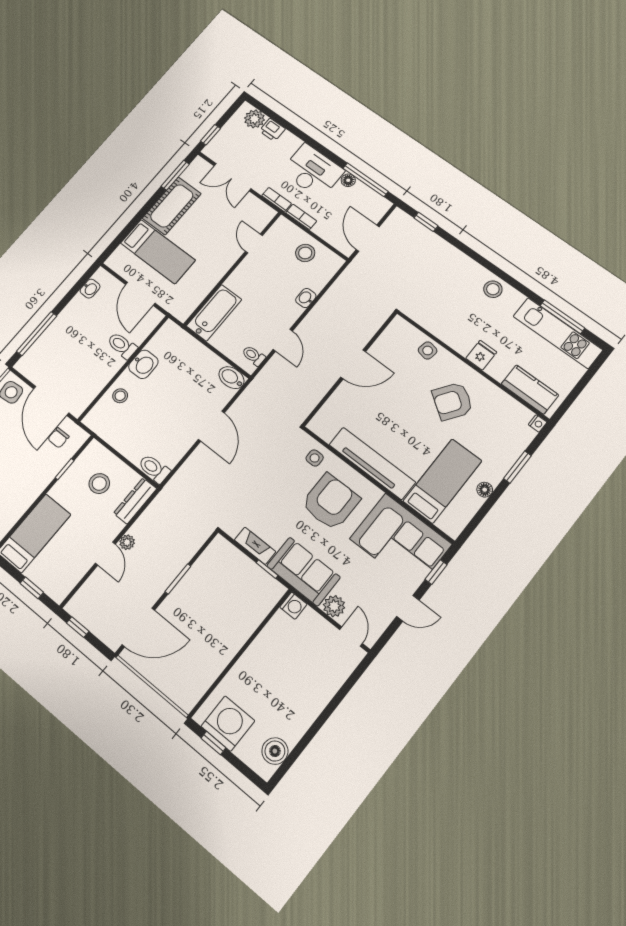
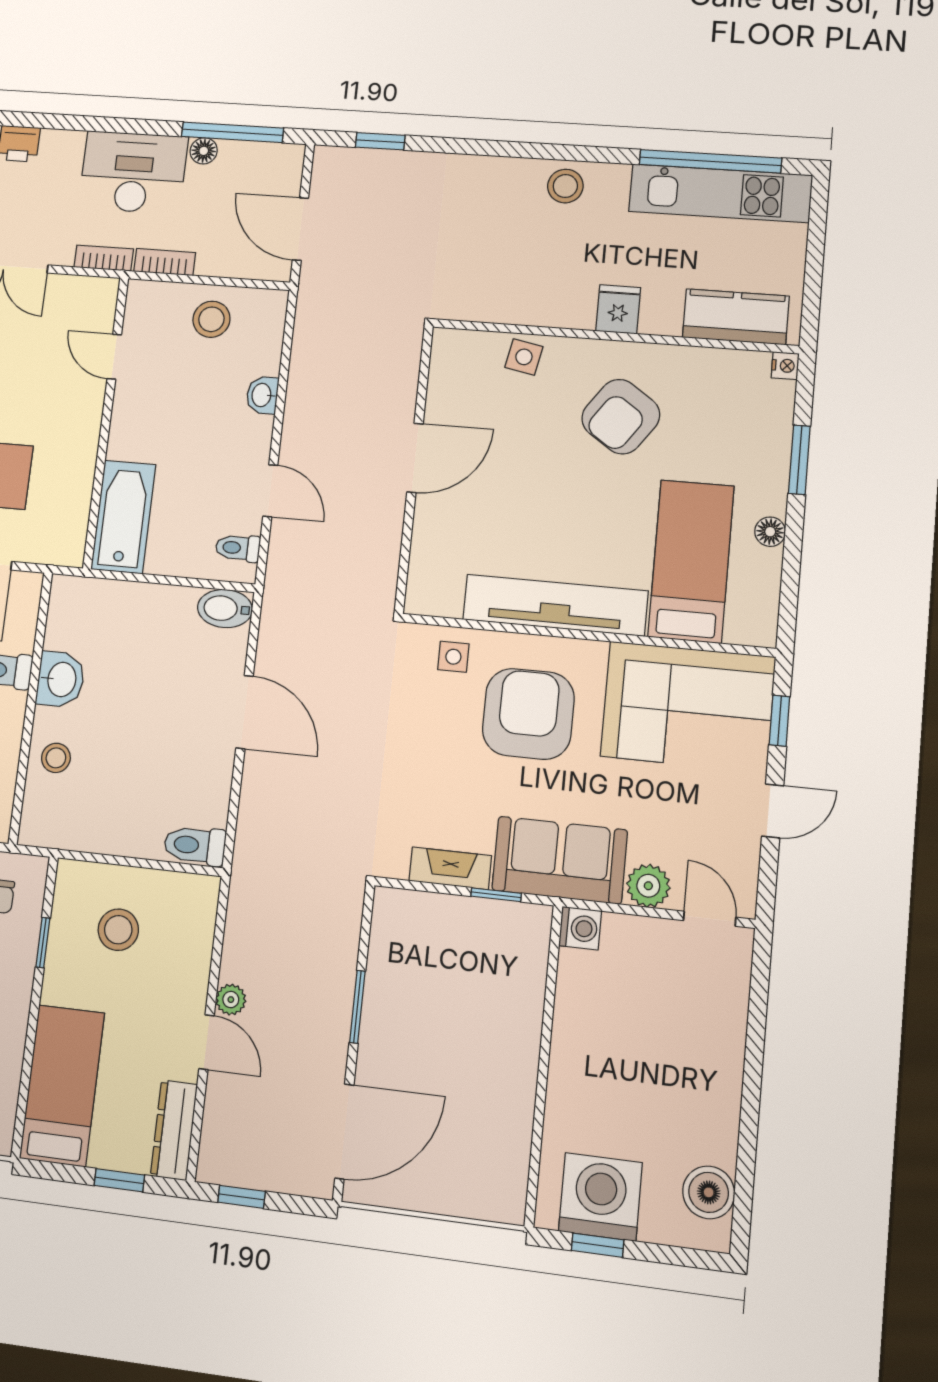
window: (562, 317) -> (710, 161), width x1.46
dresser: (135, 501) -> (174, 1130), moved

